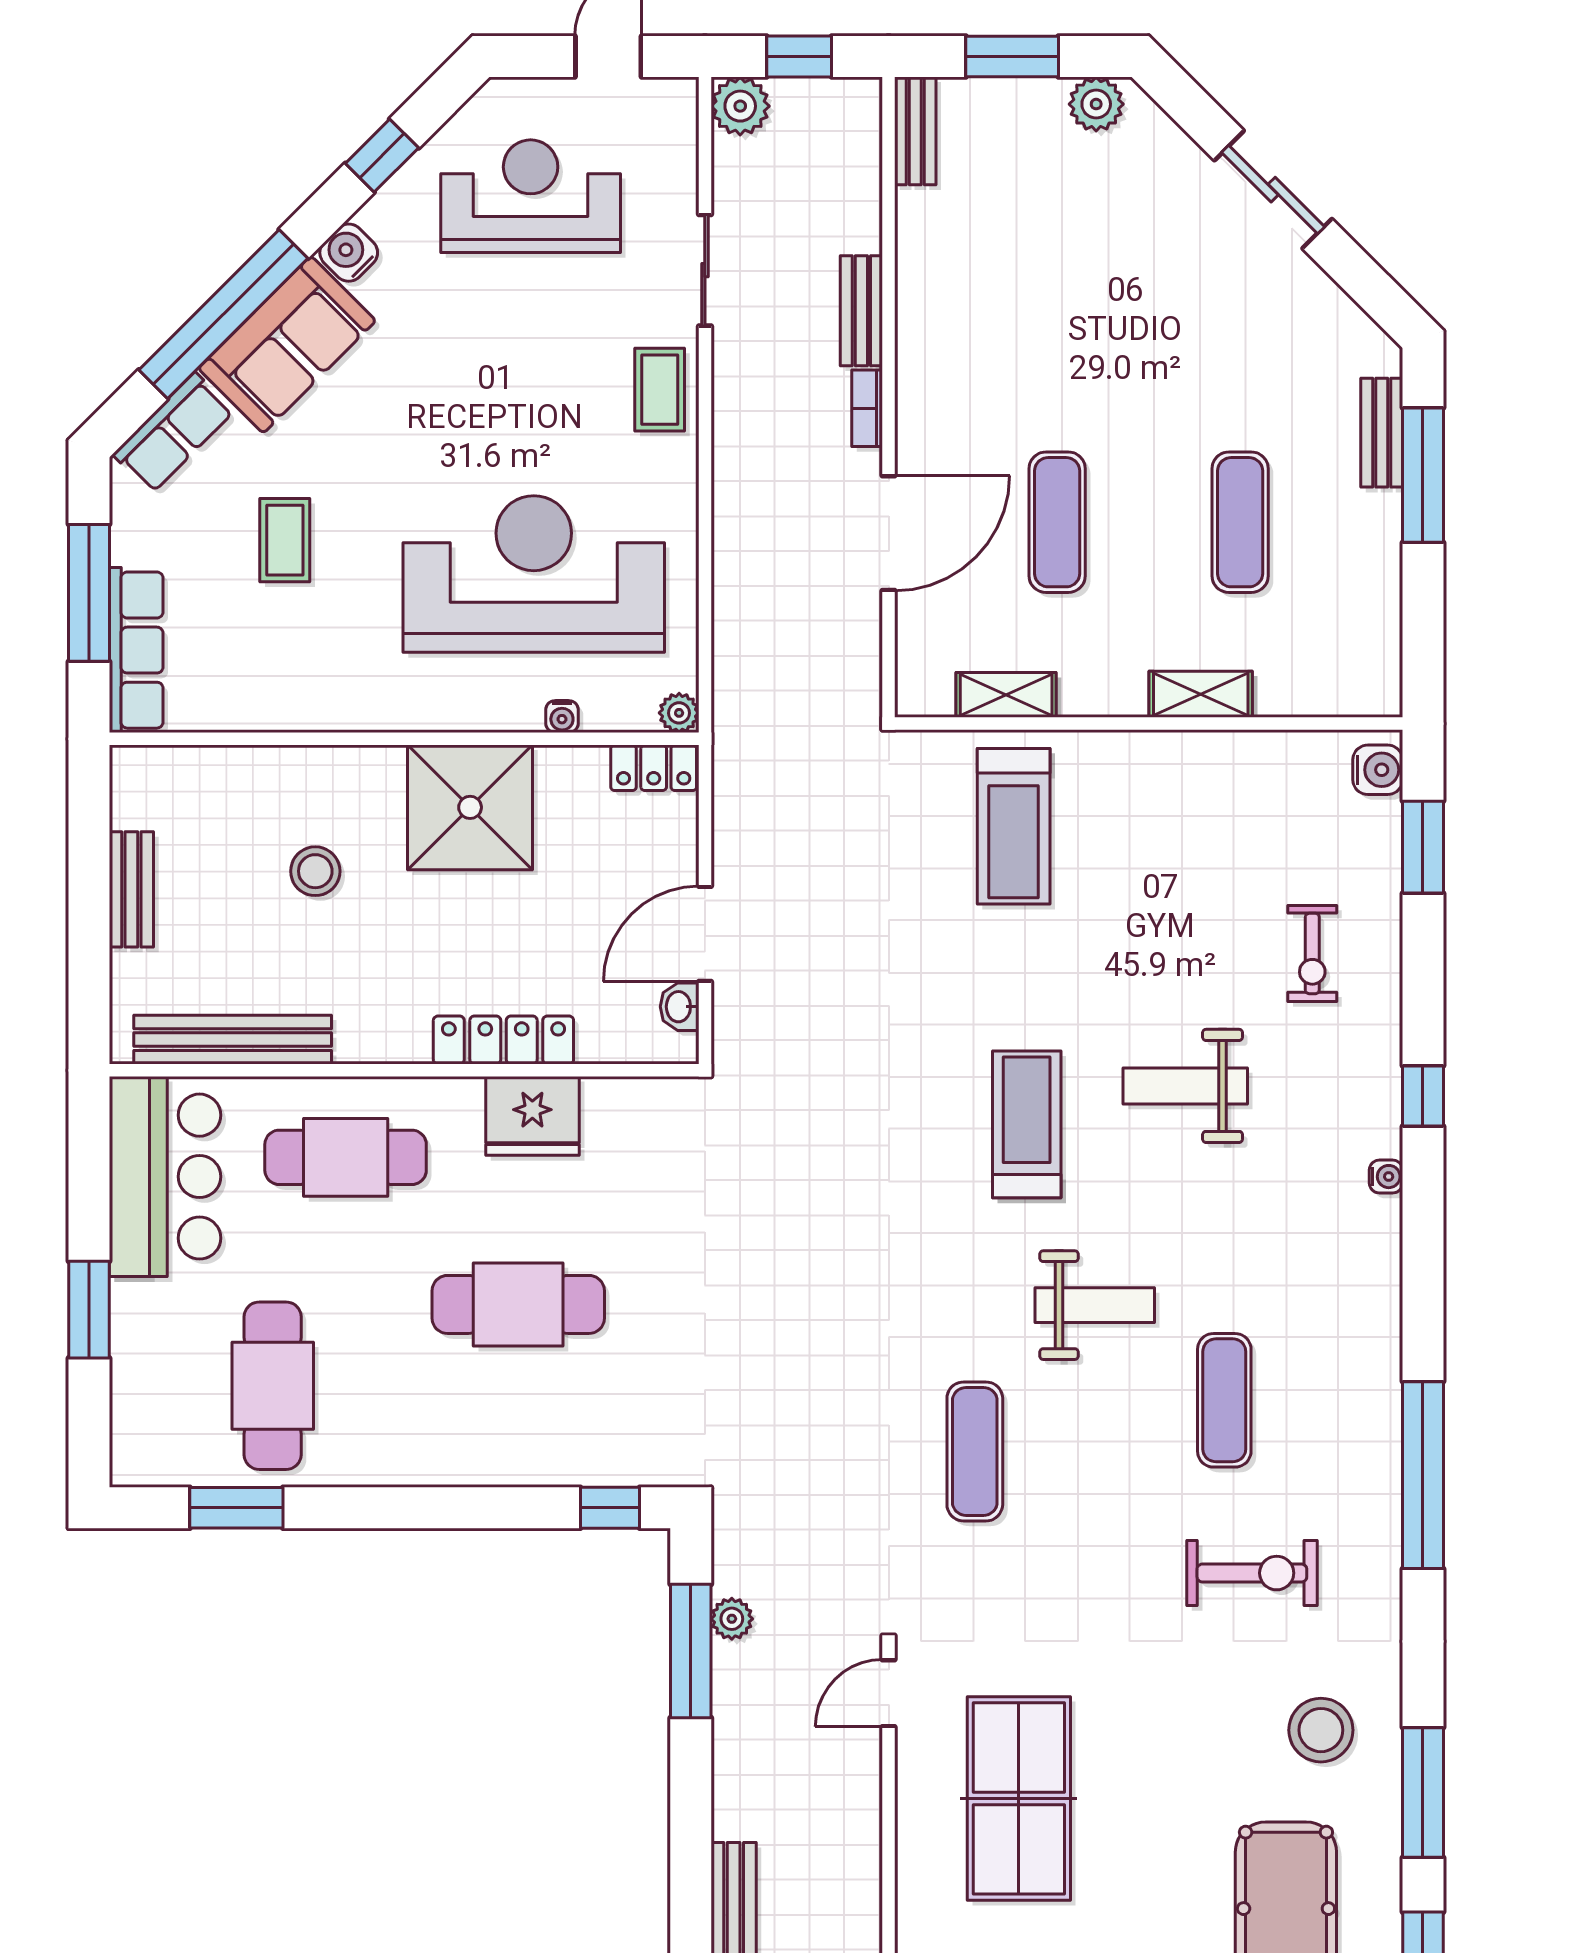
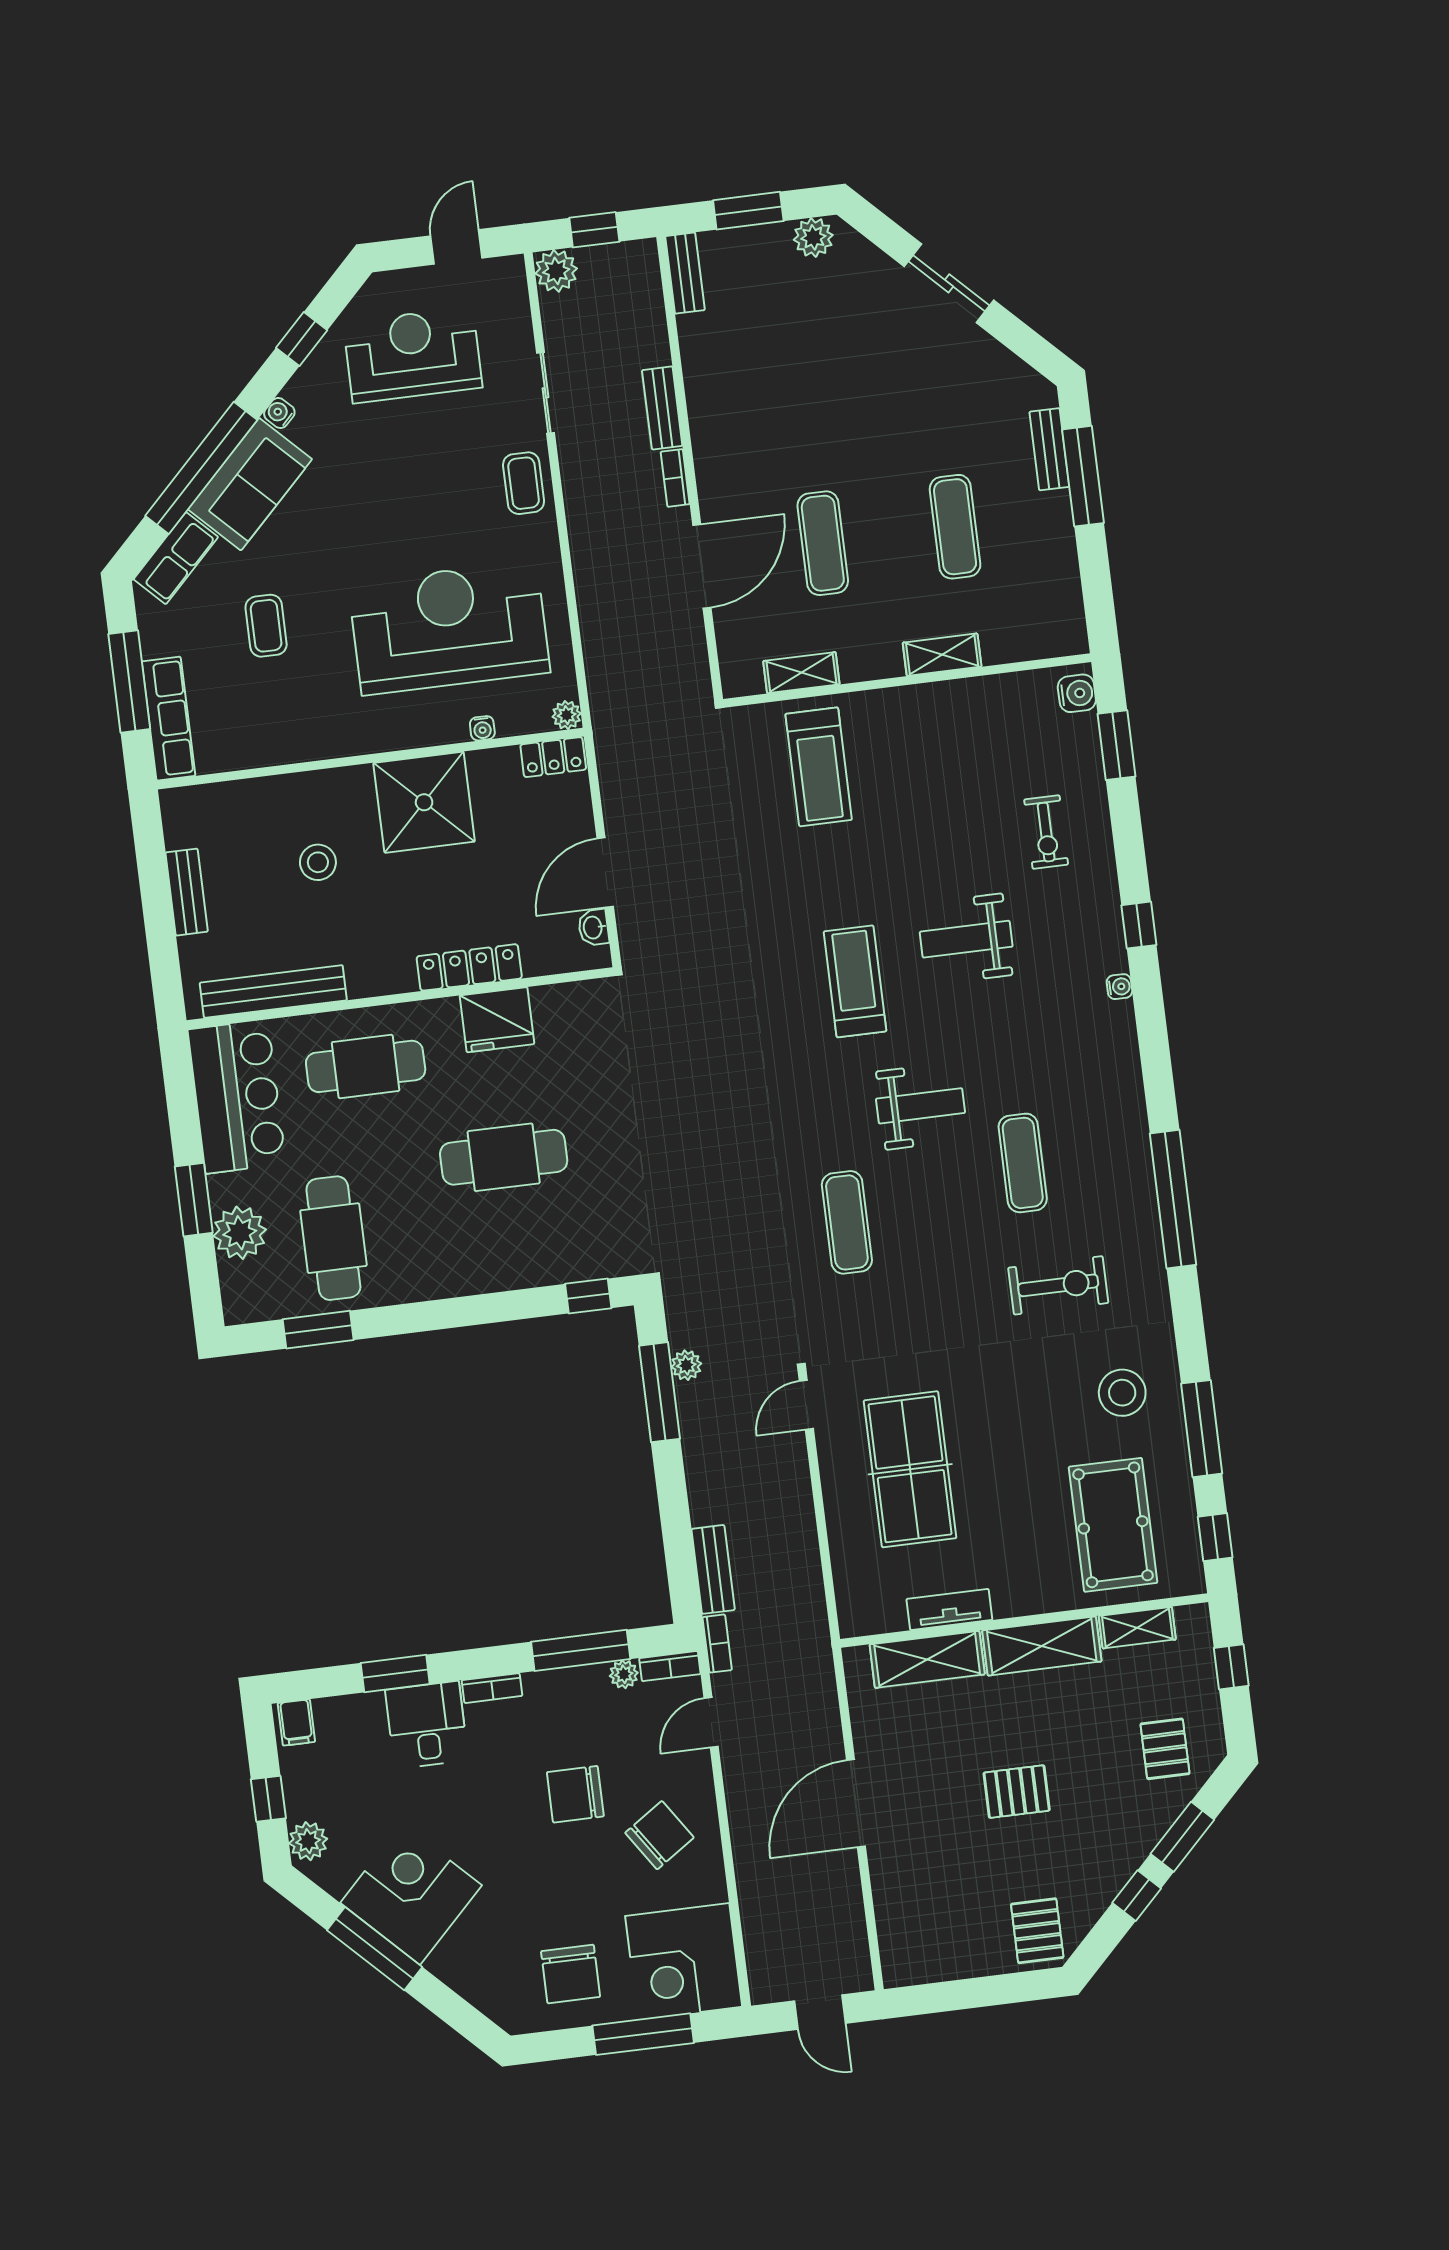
water cooler: (349, 253) -> (279, 413), width x0.72, depth x0.72
plant: (146, 1363) -> (240, 1233), added

